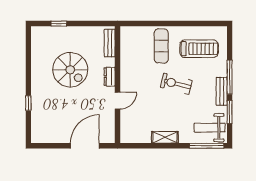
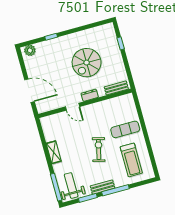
plant: (38, 132) -> (30, 50), added

